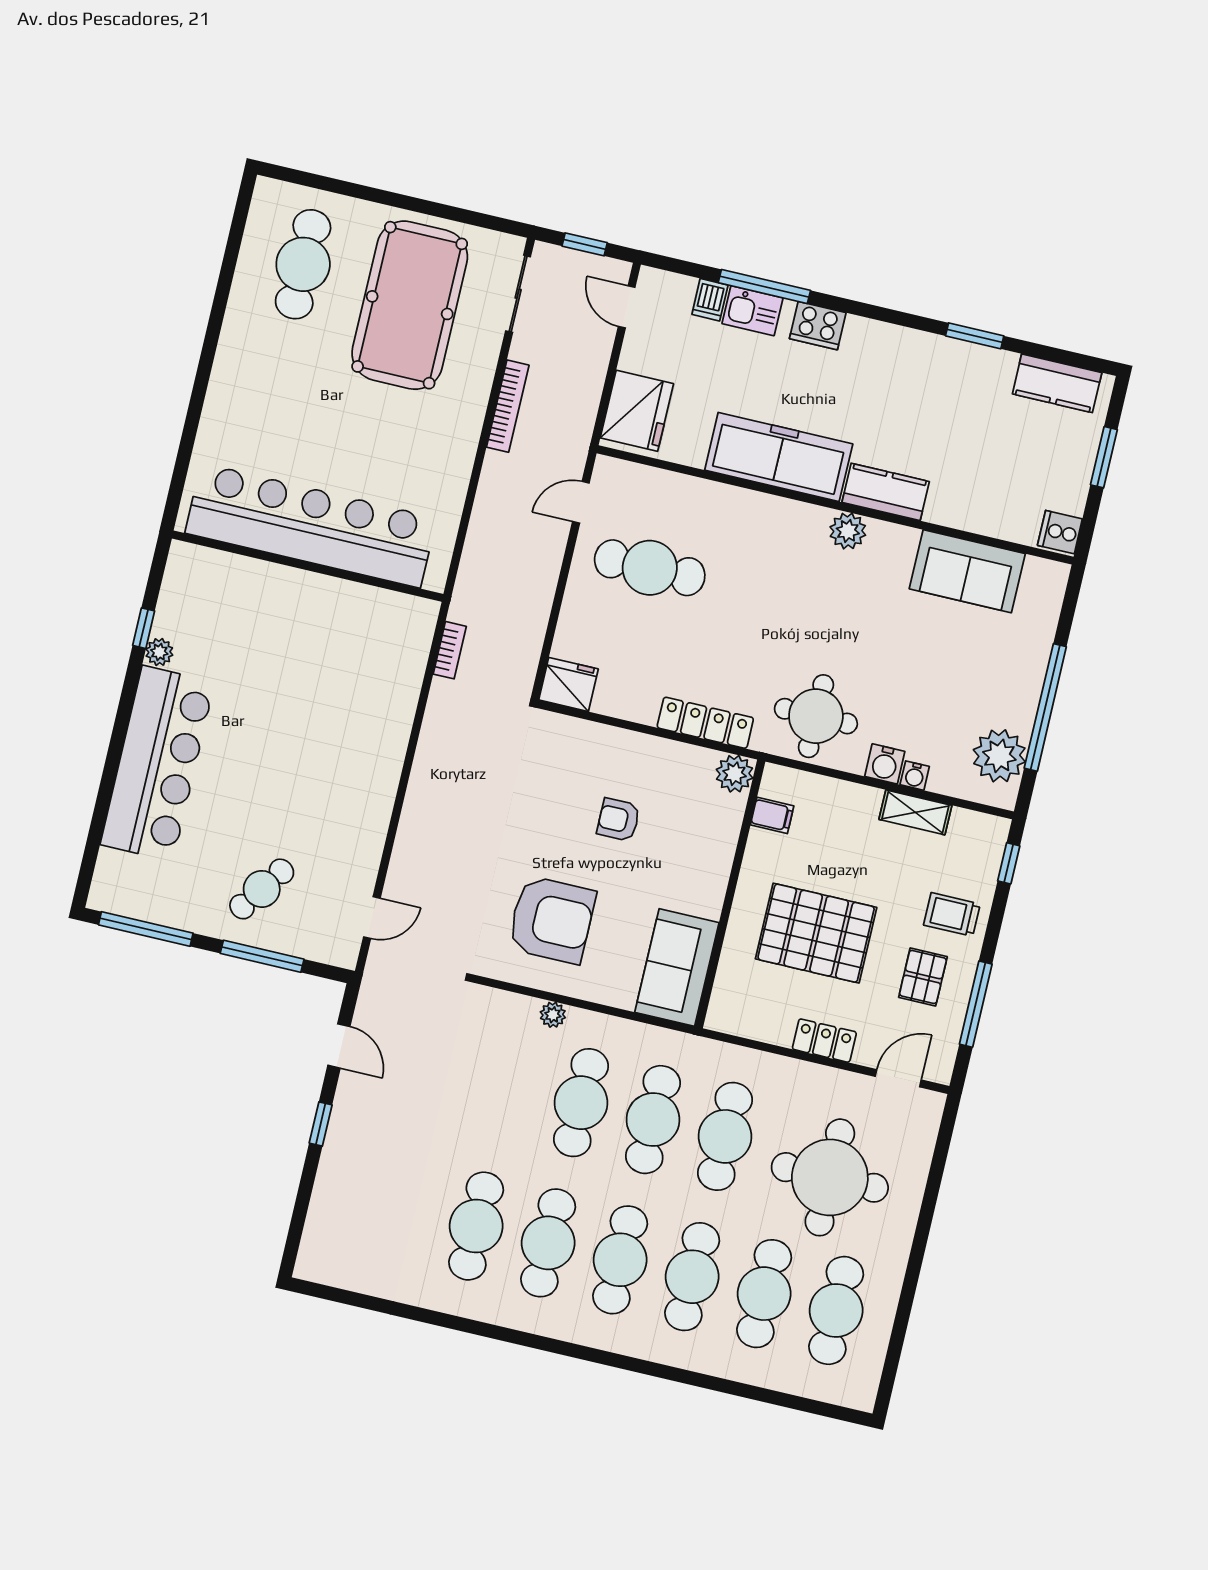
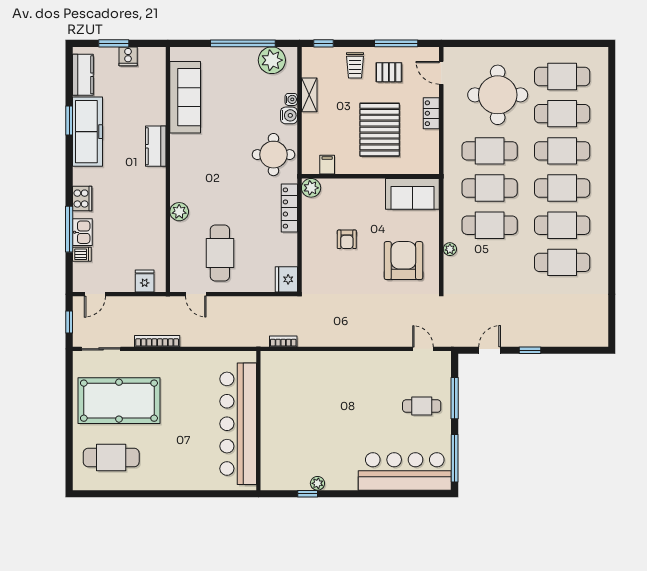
fridge: (637, 411) -> (145, 281), width x0.53, depth x0.75
freezer: (779, 457) -> (87, 132), moved, turned 180
plant: (848, 531) -> (179, 212), moved
cooker: (1060, 532) -> (128, 56), moved
sofa: (967, 571) -> (185, 97), width x1.36
bar counter: (158, 763) -> (405, 471), moved
cafe table: (262, 889) -> (422, 406), turned -35

